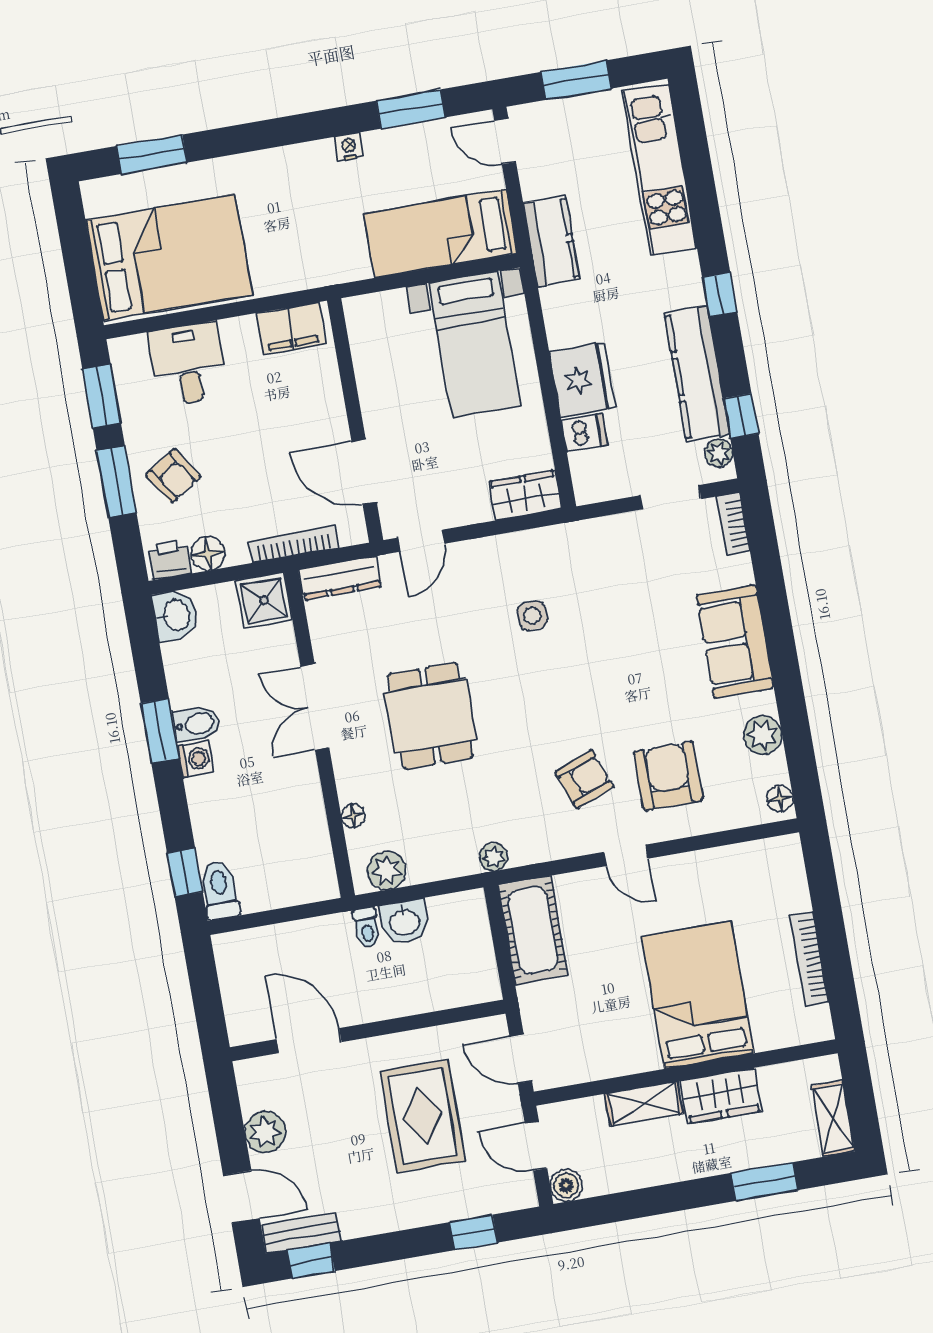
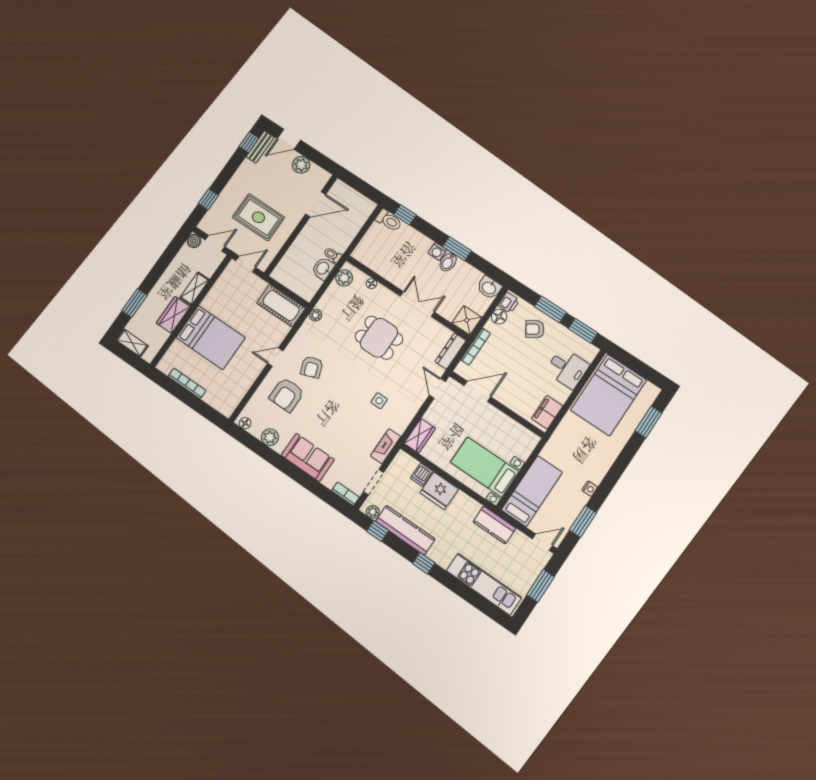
fireplace: (595, 534) -> (386, 446), added
armchair: (668, 776) -> (287, 395), turned 90

